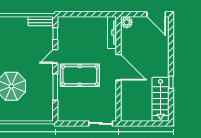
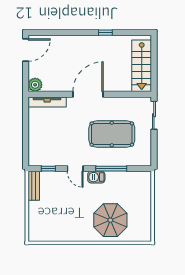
barbecue: (48, 74) -> (96, 177), added
pool table: (80, 75) -> (112, 134), moved, turned 90
stairs: (161, 99) -> (142, 66), moved, turned 90

